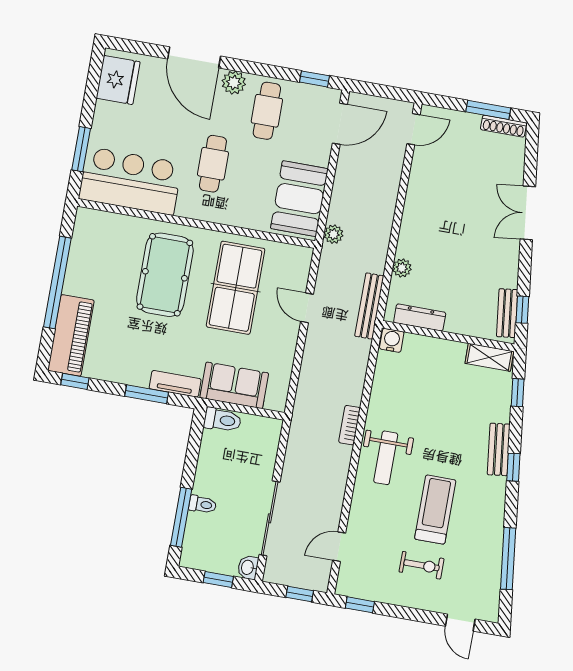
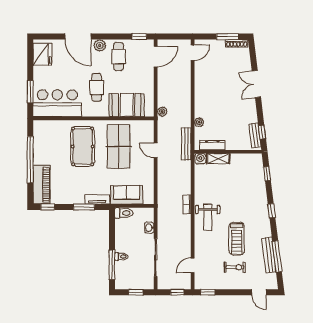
booth: (299, 199) -> (127, 105), moved, turned 90
shelving: (489, 357) -> (218, 159), moved
bench: (499, 449) -> (269, 255), moved, width x1.36
treadmill: (435, 510) -> (237, 239), turned 180
washbasin: (248, 567) -> (149, 228), moved

